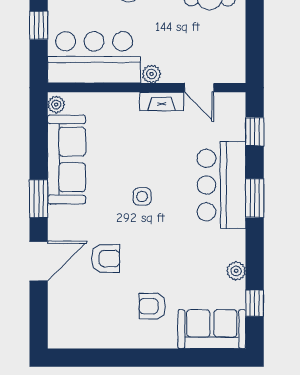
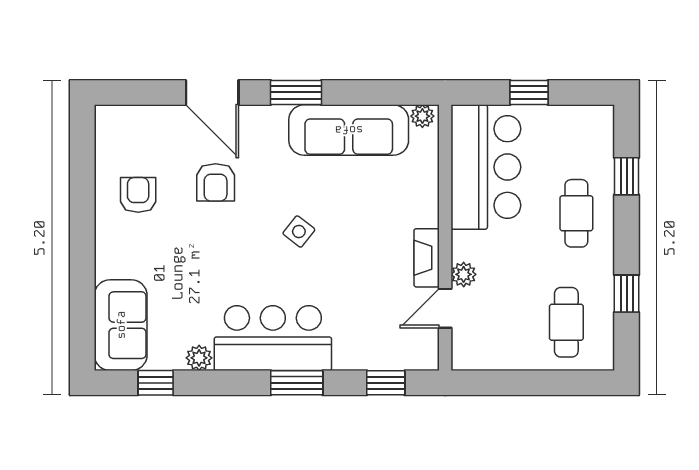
plant: (152, 74) -> (464, 274), moved
bar counter: (221, 185) -> (273, 338), moved
side table: (142, 197) -> (299, 231), turned 38
armchair: (152, 306) -> (138, 195), moved

